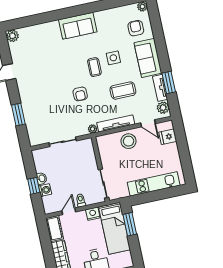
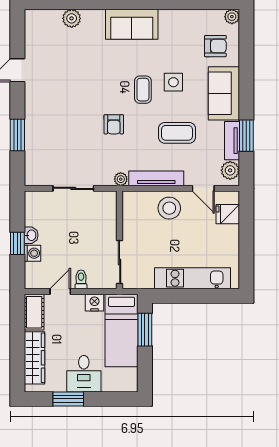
armchair: (136, 28) -> (215, 46), turned 90
plant: (12, 36) -> (72, 18), moved

